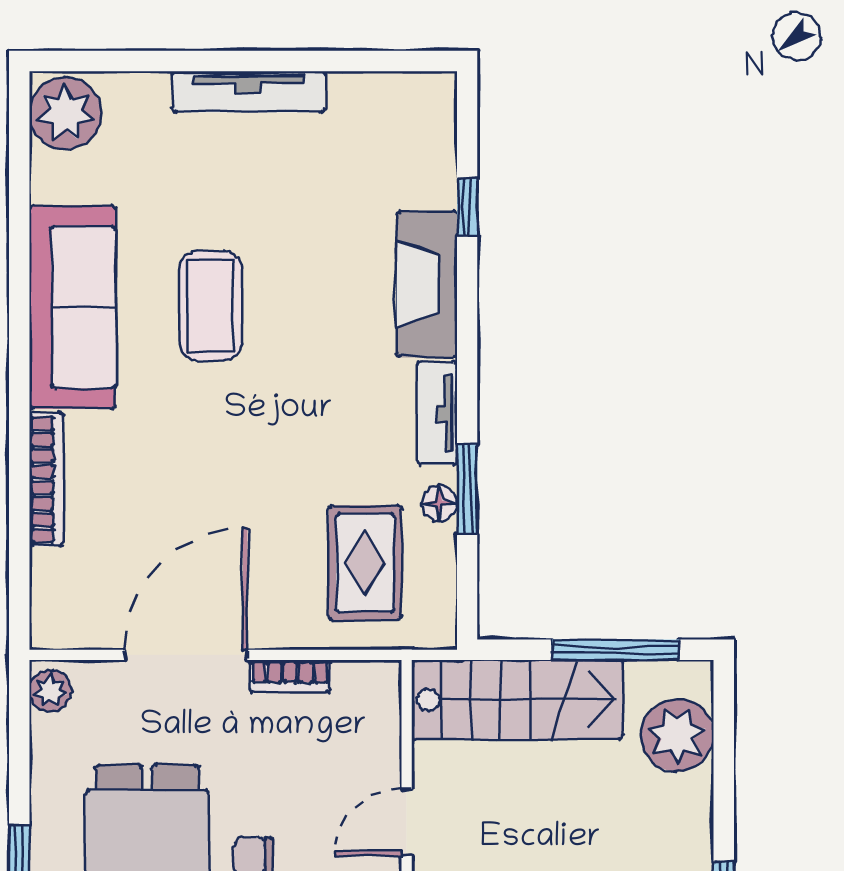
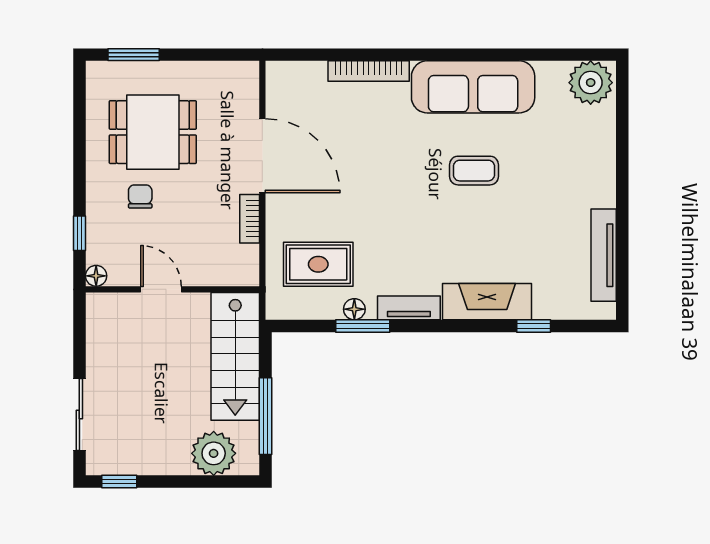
tv unit: (248, 92) -> (604, 255), moved
coffee table: (211, 306) -> (474, 171), width x0.73, depth x0.77
plant: (50, 691) -> (241, 73), removed

